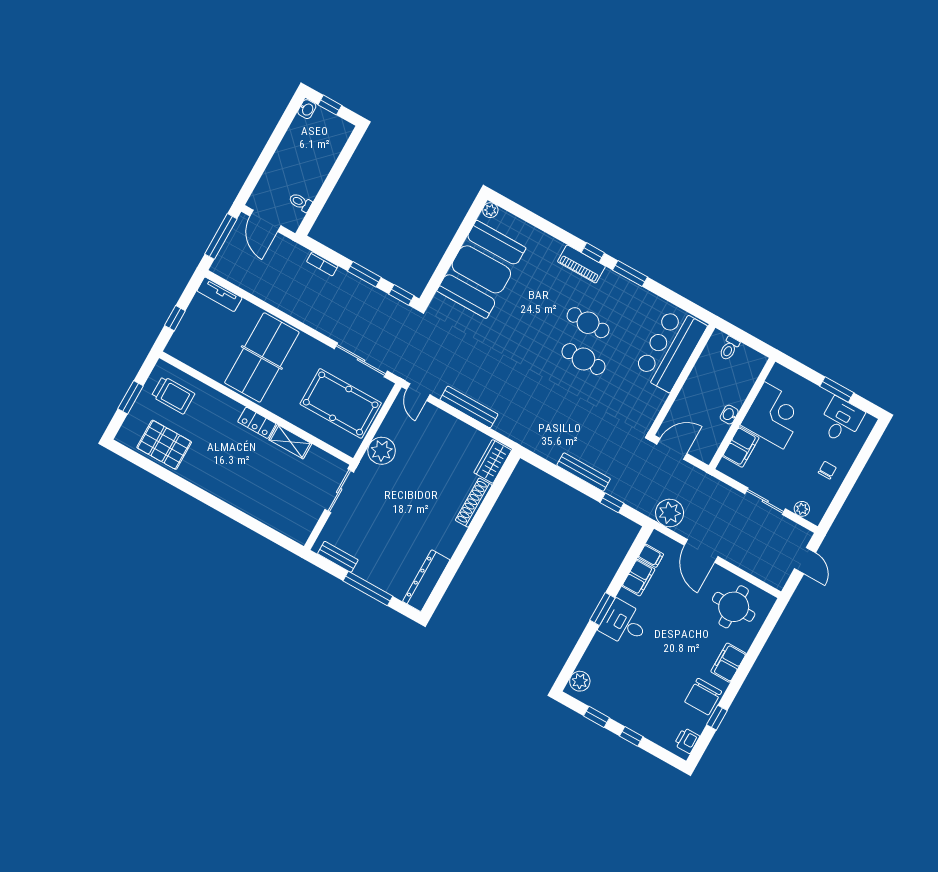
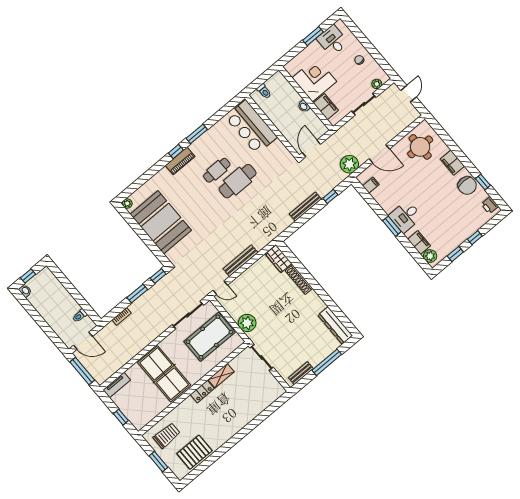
cafe table: (583, 359) -> (238, 181), width x1.37, depth x1.35
door: (805, 561) -> (409, 94), hinge flipped
filing cabinet: (638, 578) -> (419, 242), moved

